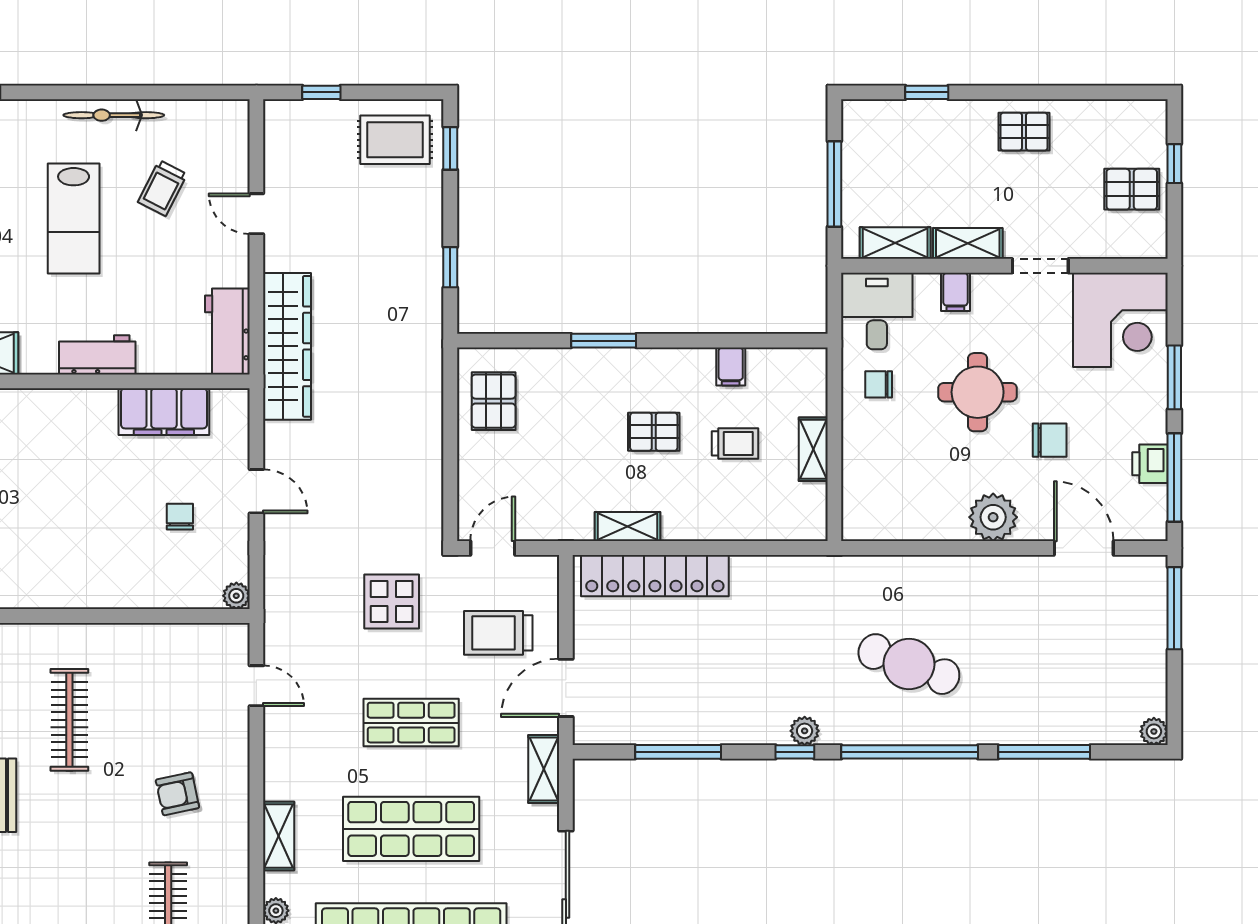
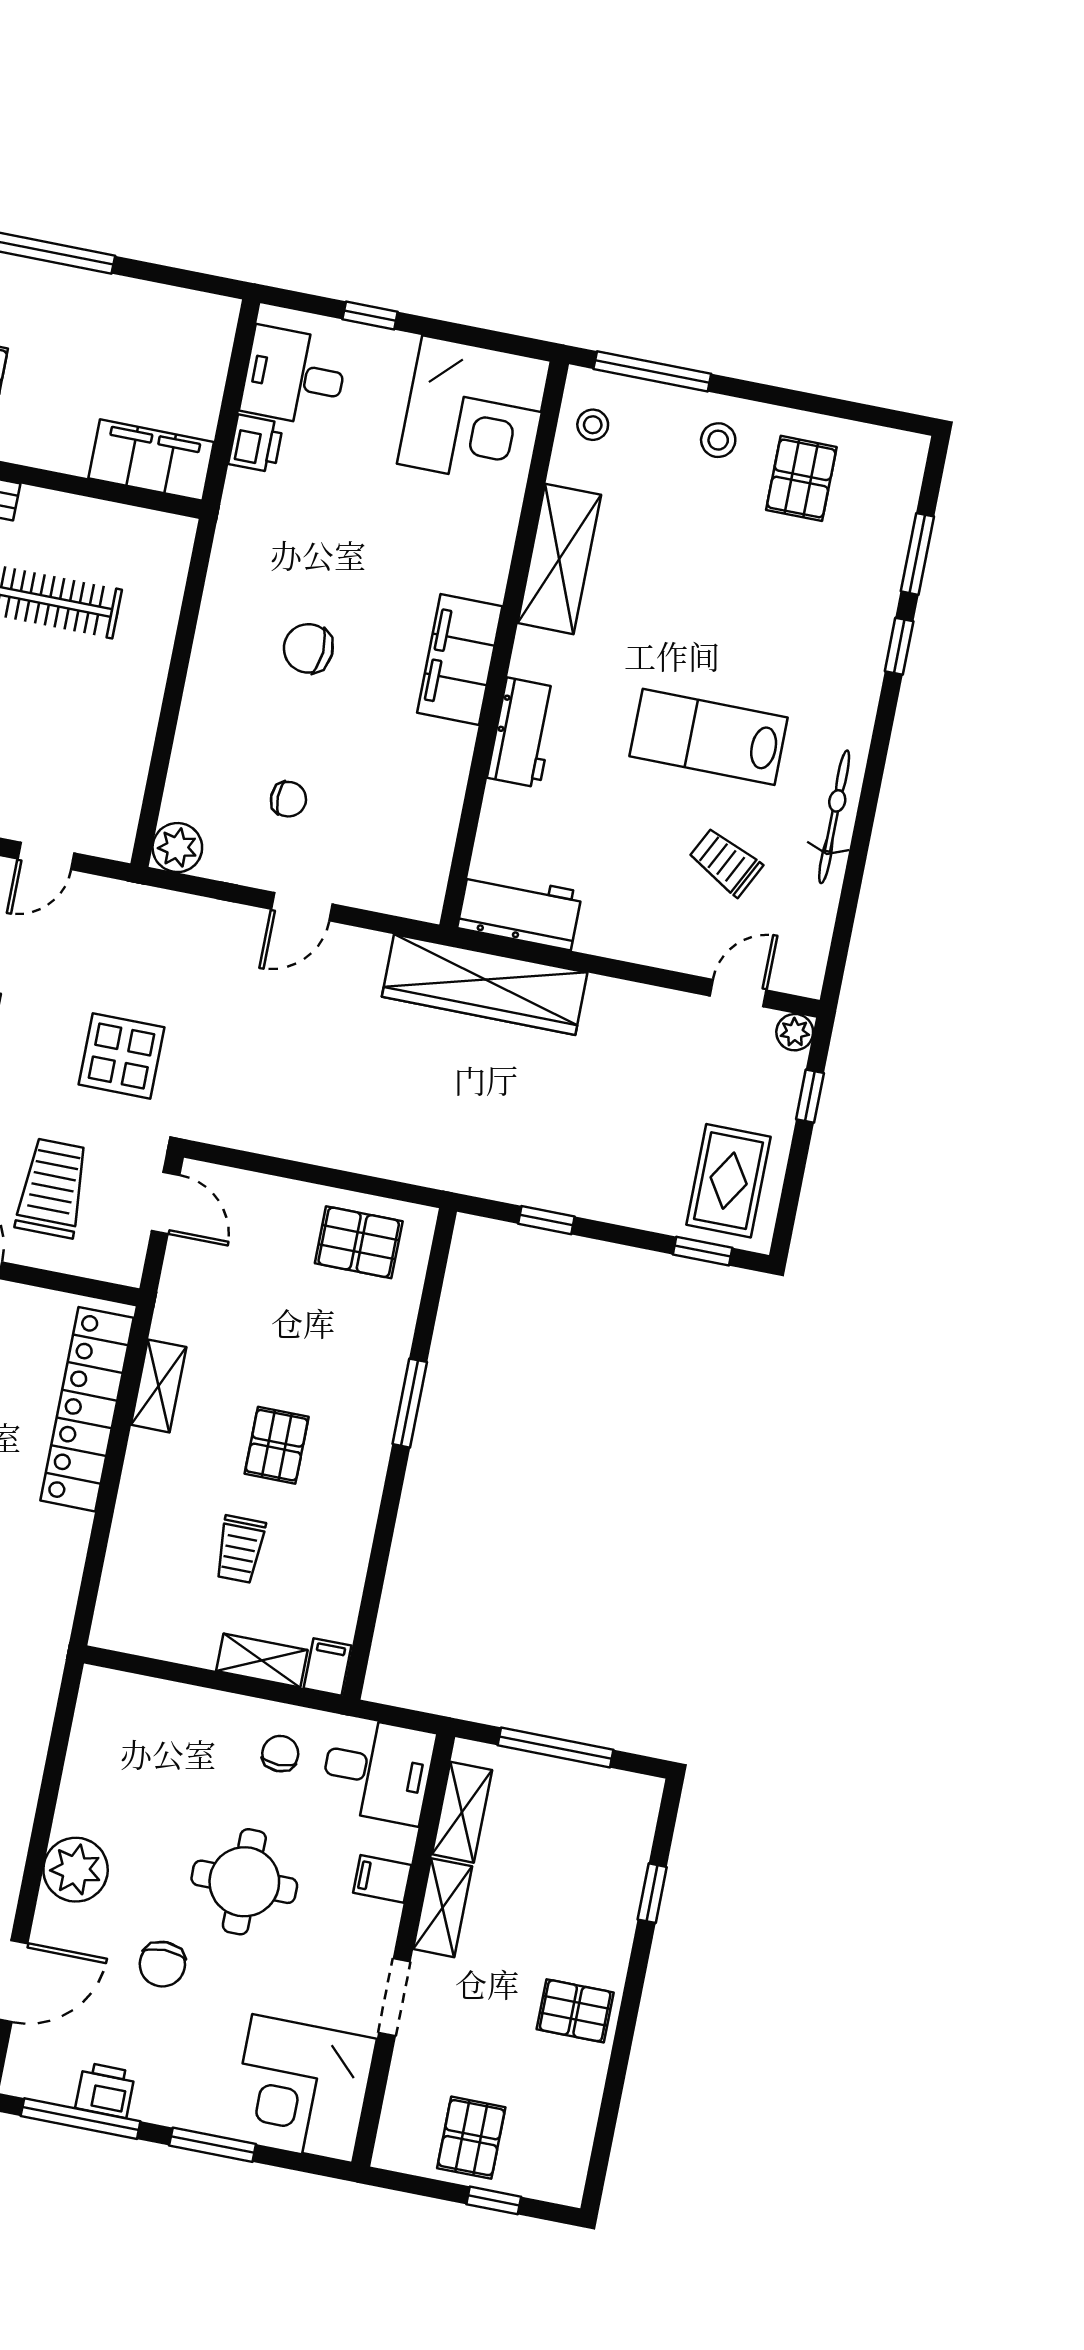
plant: (277, 113) -> (795, 1032), added
pallet: (1024, 132) -> (575, 2011), turned 90
door: (256, 214) -> (738, 993), moved
filing cabinet: (731, 366) -> (327, 1667), moved, turned 90
filing cabinet: (164, 412) -> (460, 660), moved
shelving: (813, 449) -> (262, 1660), moved
chair: (67, 524) -> (308, 648), added
plant: (236, 596) -> (177, 848), width x1.38, depth x1.38

